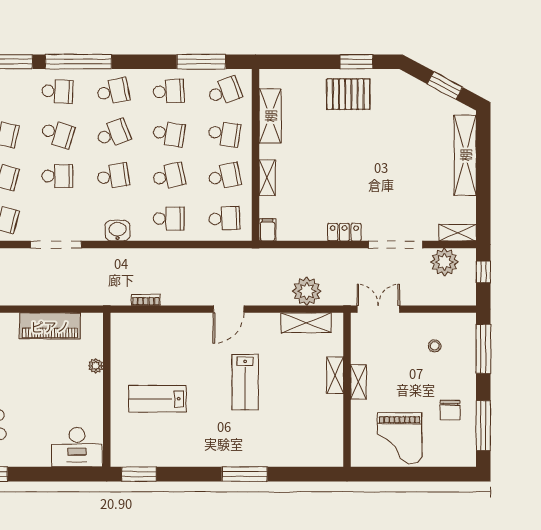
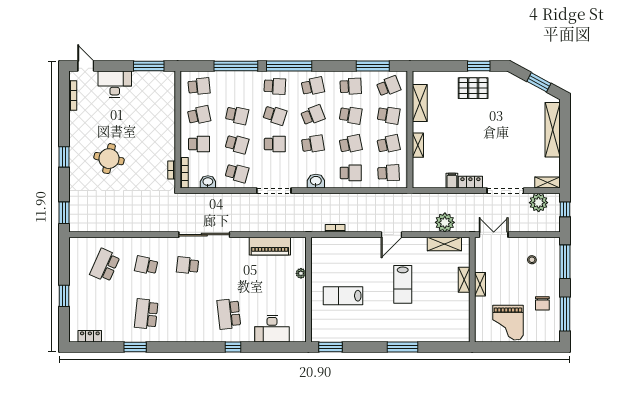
filing cabinet: (268, 230) -> (452, 181), moved
desk: (77, 447) -> (272, 329), moved

